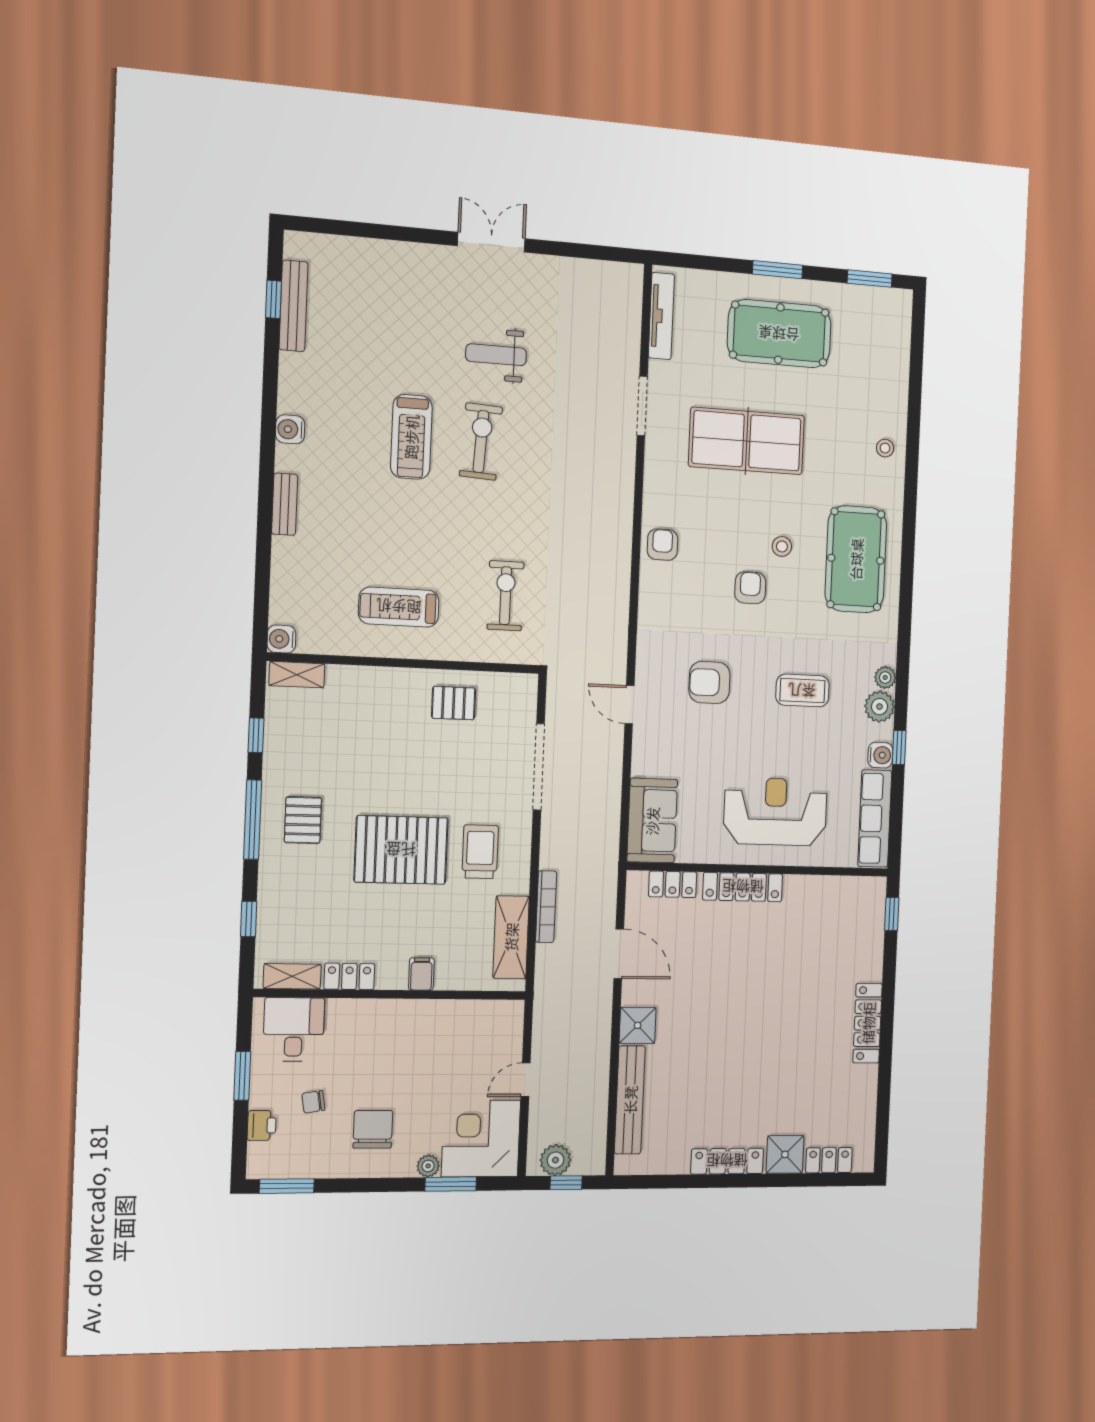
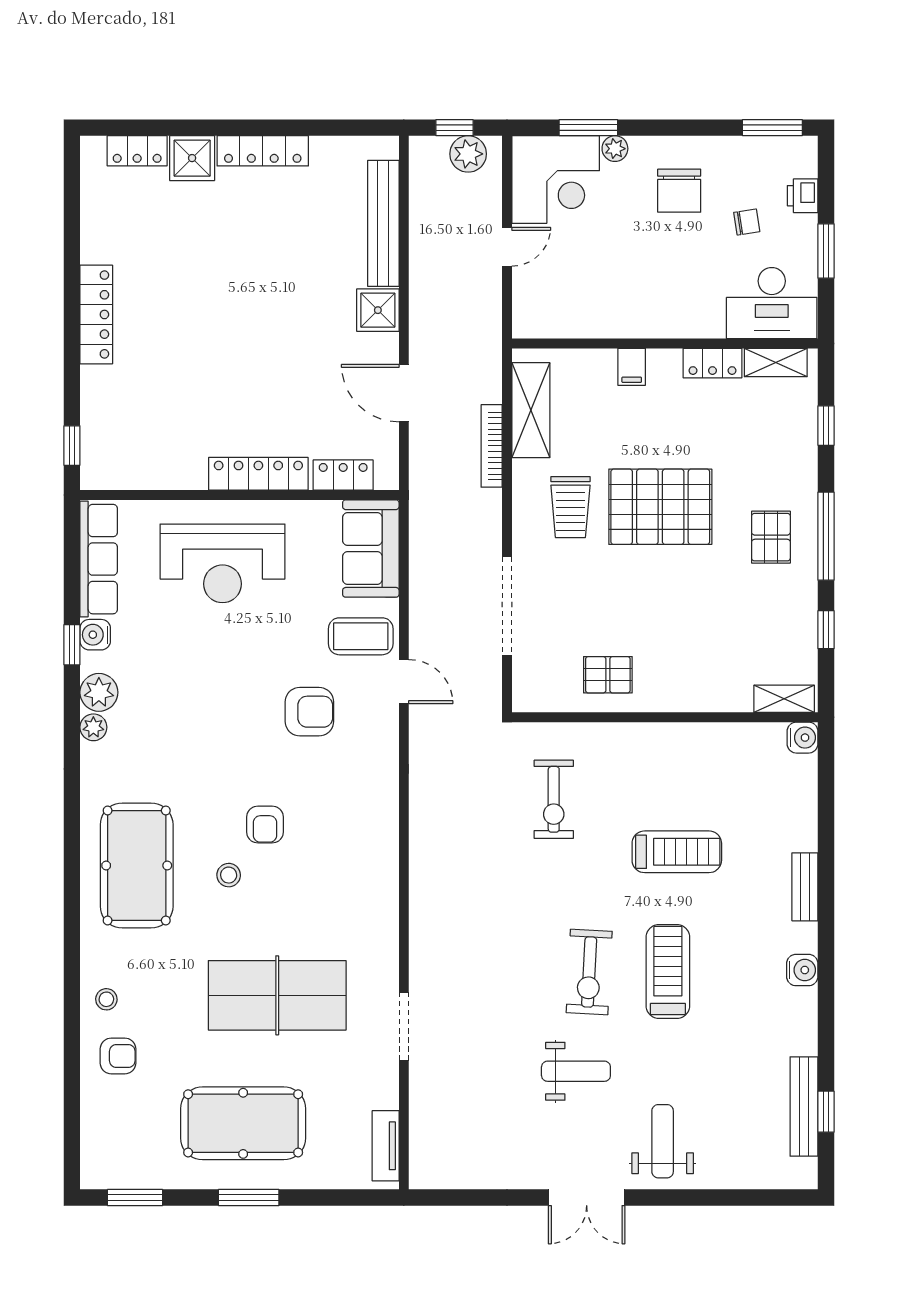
weight bench: (422, 286) -> (663, 1141), added
tv unit: (661, 316) -> (386, 1146), width x0.71
armchair: (662, 545) -> (118, 1056), moved, turned -90
treadmill: (399, 607) -> (677, 852), moved
coffee table: (802, 691) -> (361, 636), moved
desk: (294, 1029) -> (772, 303), width x1.37

